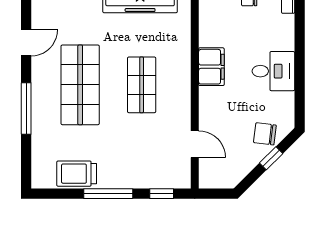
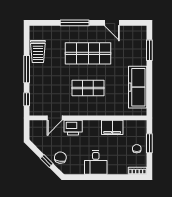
filing cabinet: (211, 67) -> (112, 127), moved
printer: (212, 111) -> (73, 128), added
trolley: (77, 174) -> (38, 51), turned 180

